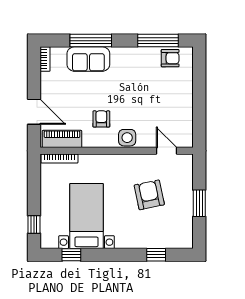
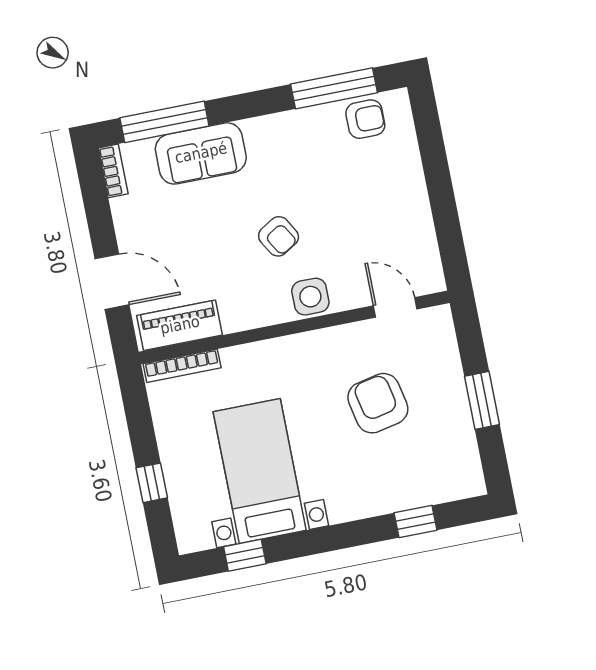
window: (91, 41) -> (164, 122), moved
armchair: (101, 119) -> (279, 236), moved, turned 149
window: (34, 224) -> (152, 483), moved

